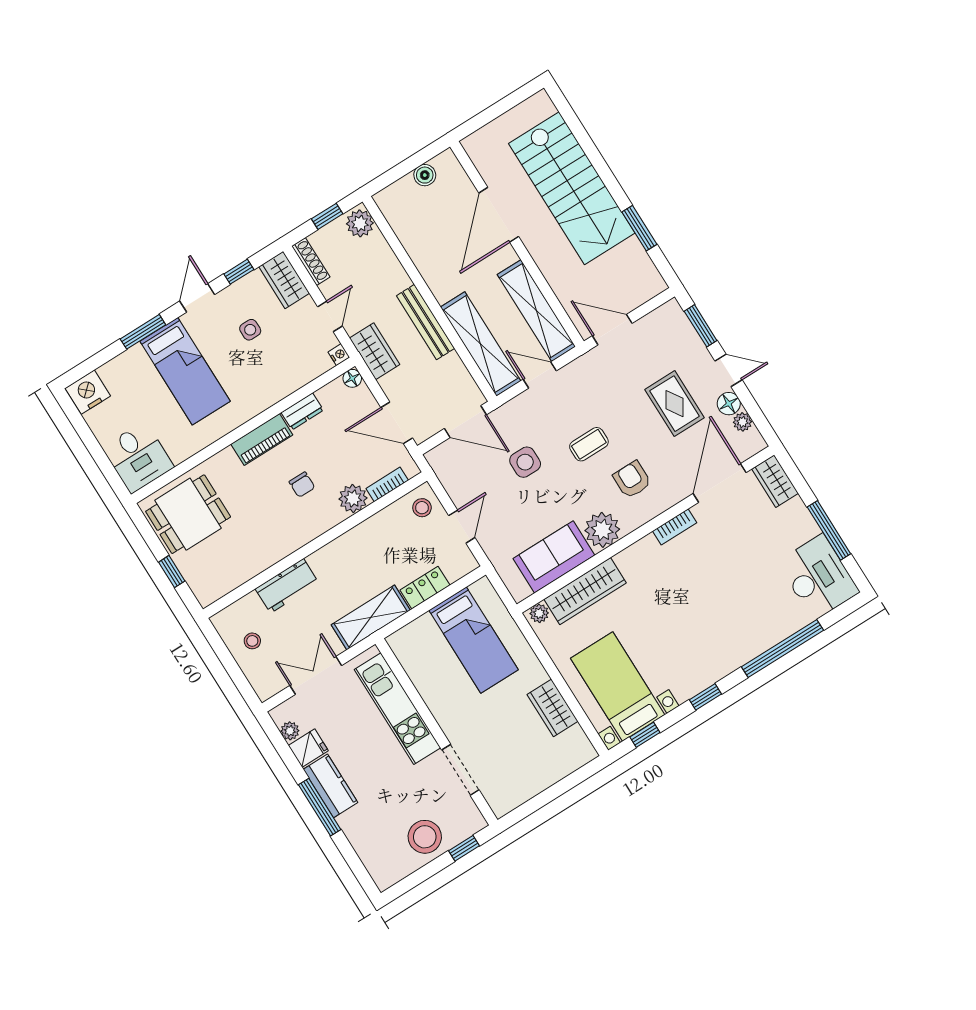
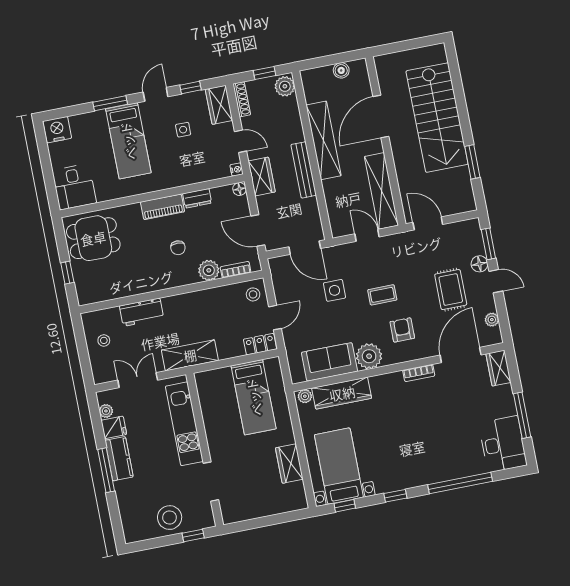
door: (330, 316) -> (240, 141), hinge flipped
shelving: (481, 344) -> (324, 140), moved
floor lamp: (729, 404) -> (479, 264), moved
locker: (425, 588) -> (260, 344), moved

